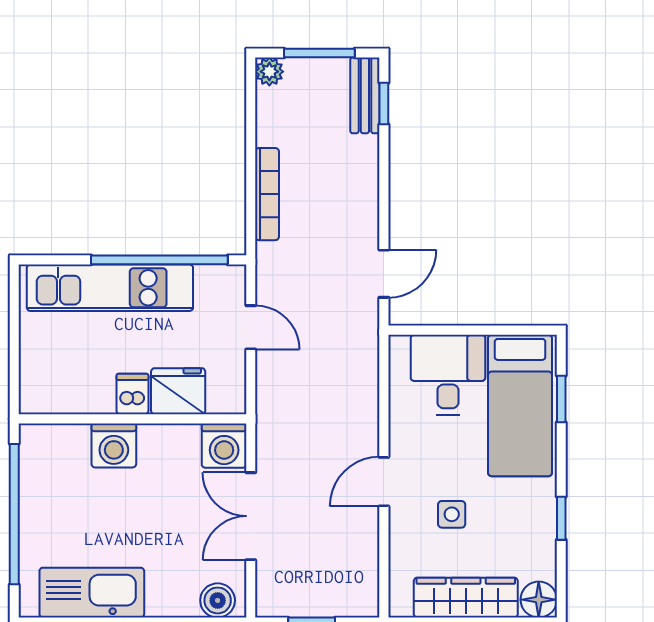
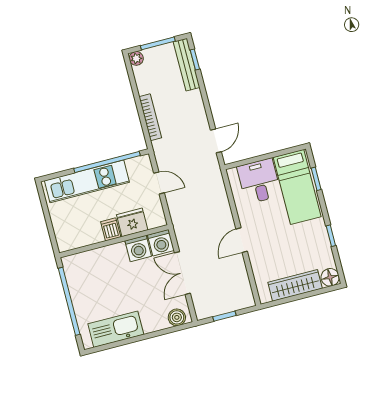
bench: (365, 95) -> (187, 65), width x1.36
washing machine: (114, 445) -> (138, 248), moved
side table: (452, 514) -> (278, 247), removed

